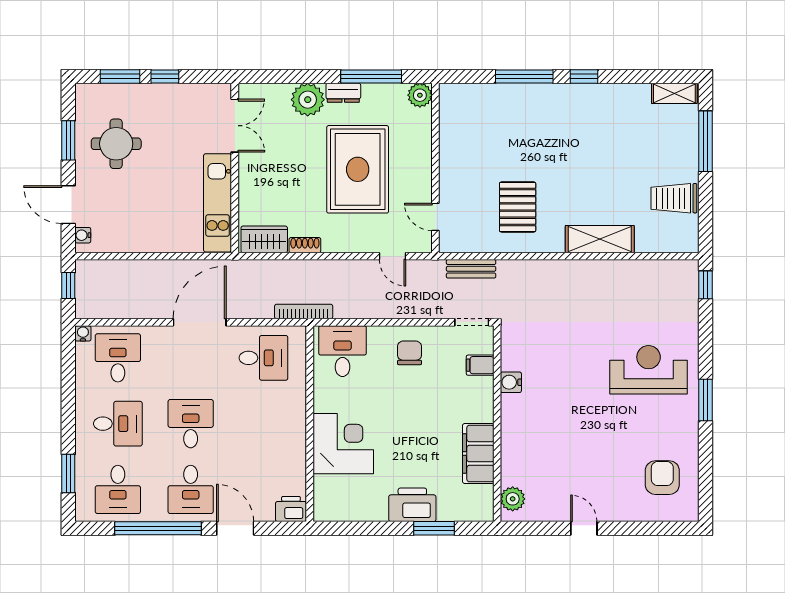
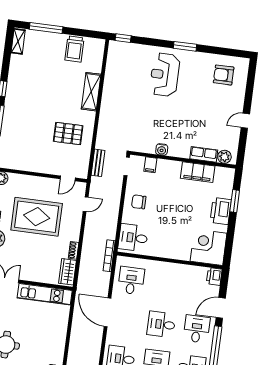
corner desk: (343, 444) -> (209, 247), moved
row of seats: (512, 460) -> (204, 154), added
desk: (191, 489) -> (197, 329), turned -90

